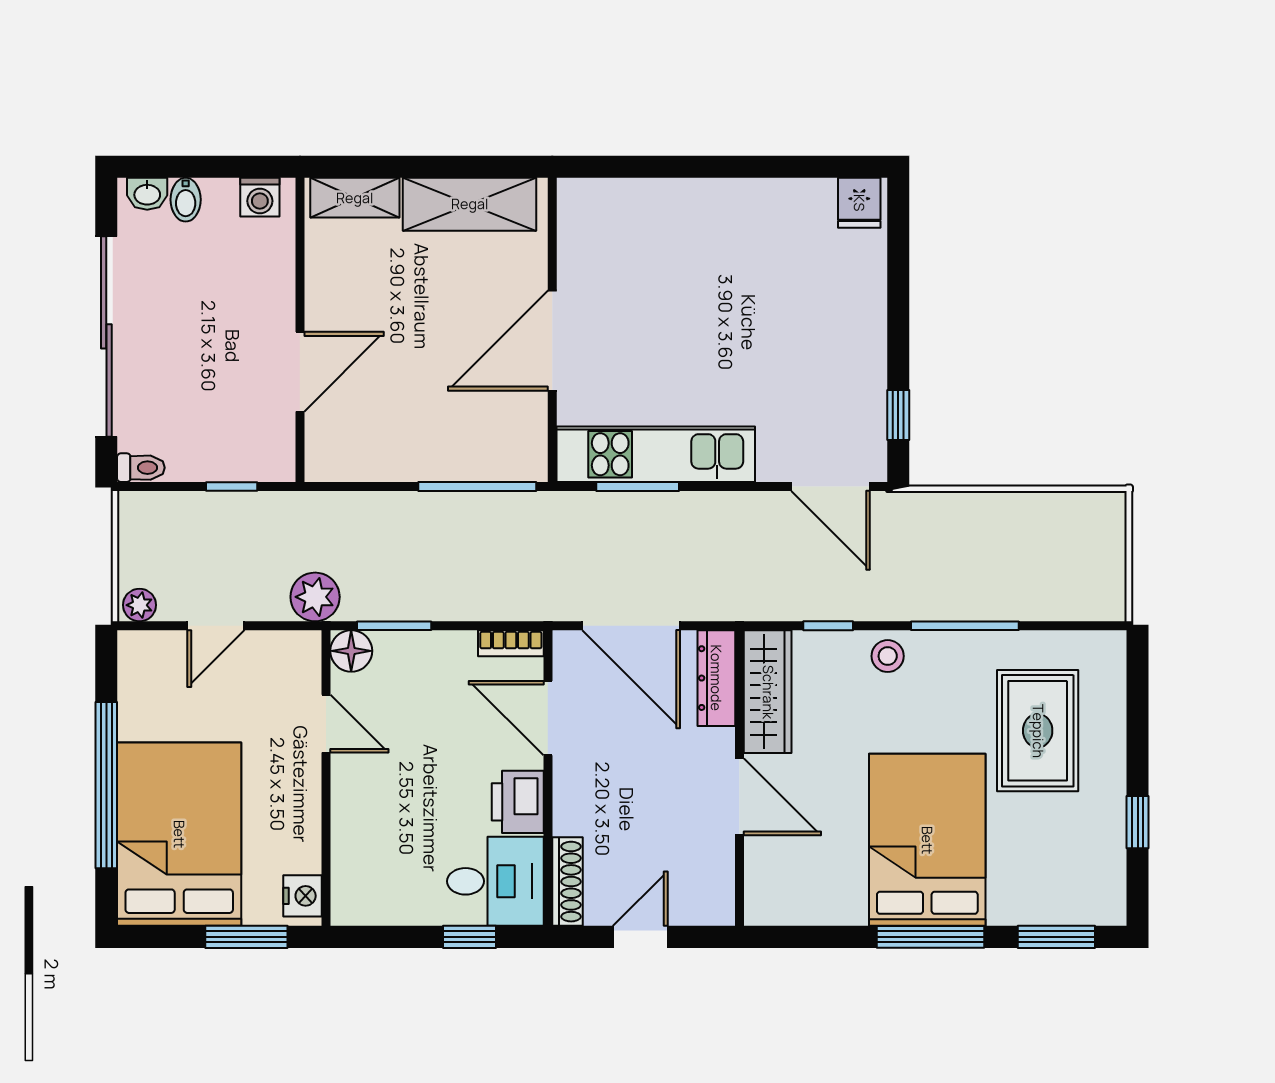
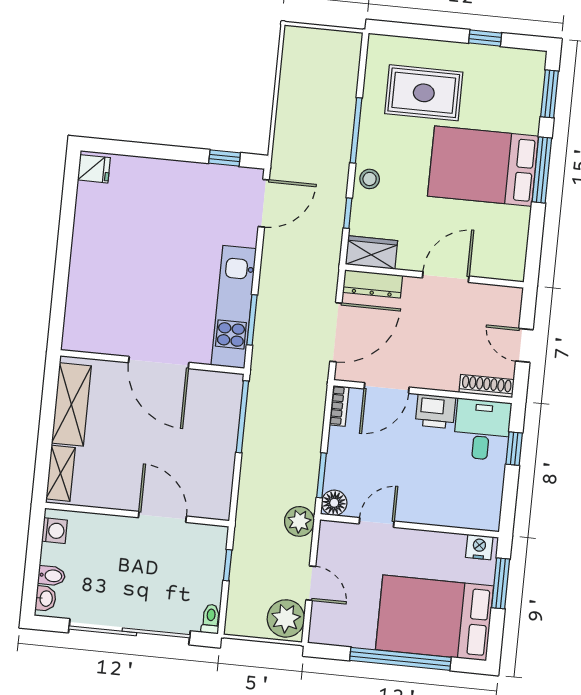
plant: (140, 605) -> (286, 618), width x1.88, depth x1.88
wardrobe: (768, 692) -> (371, 252), width x0.67

